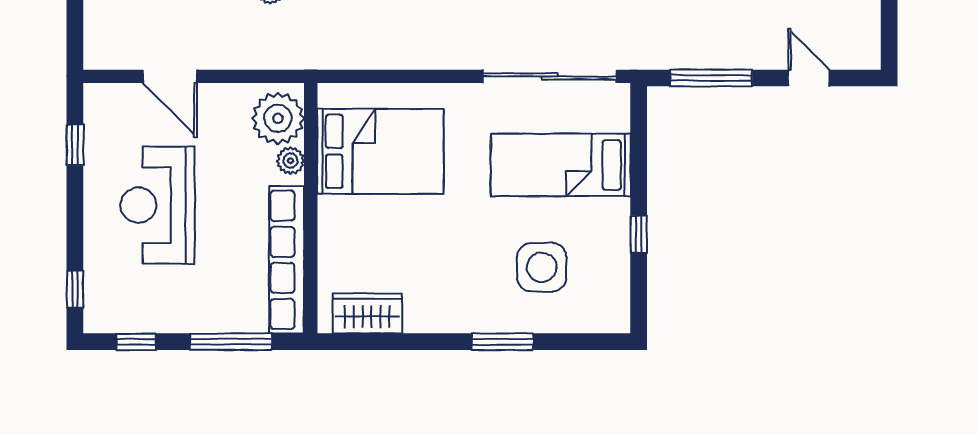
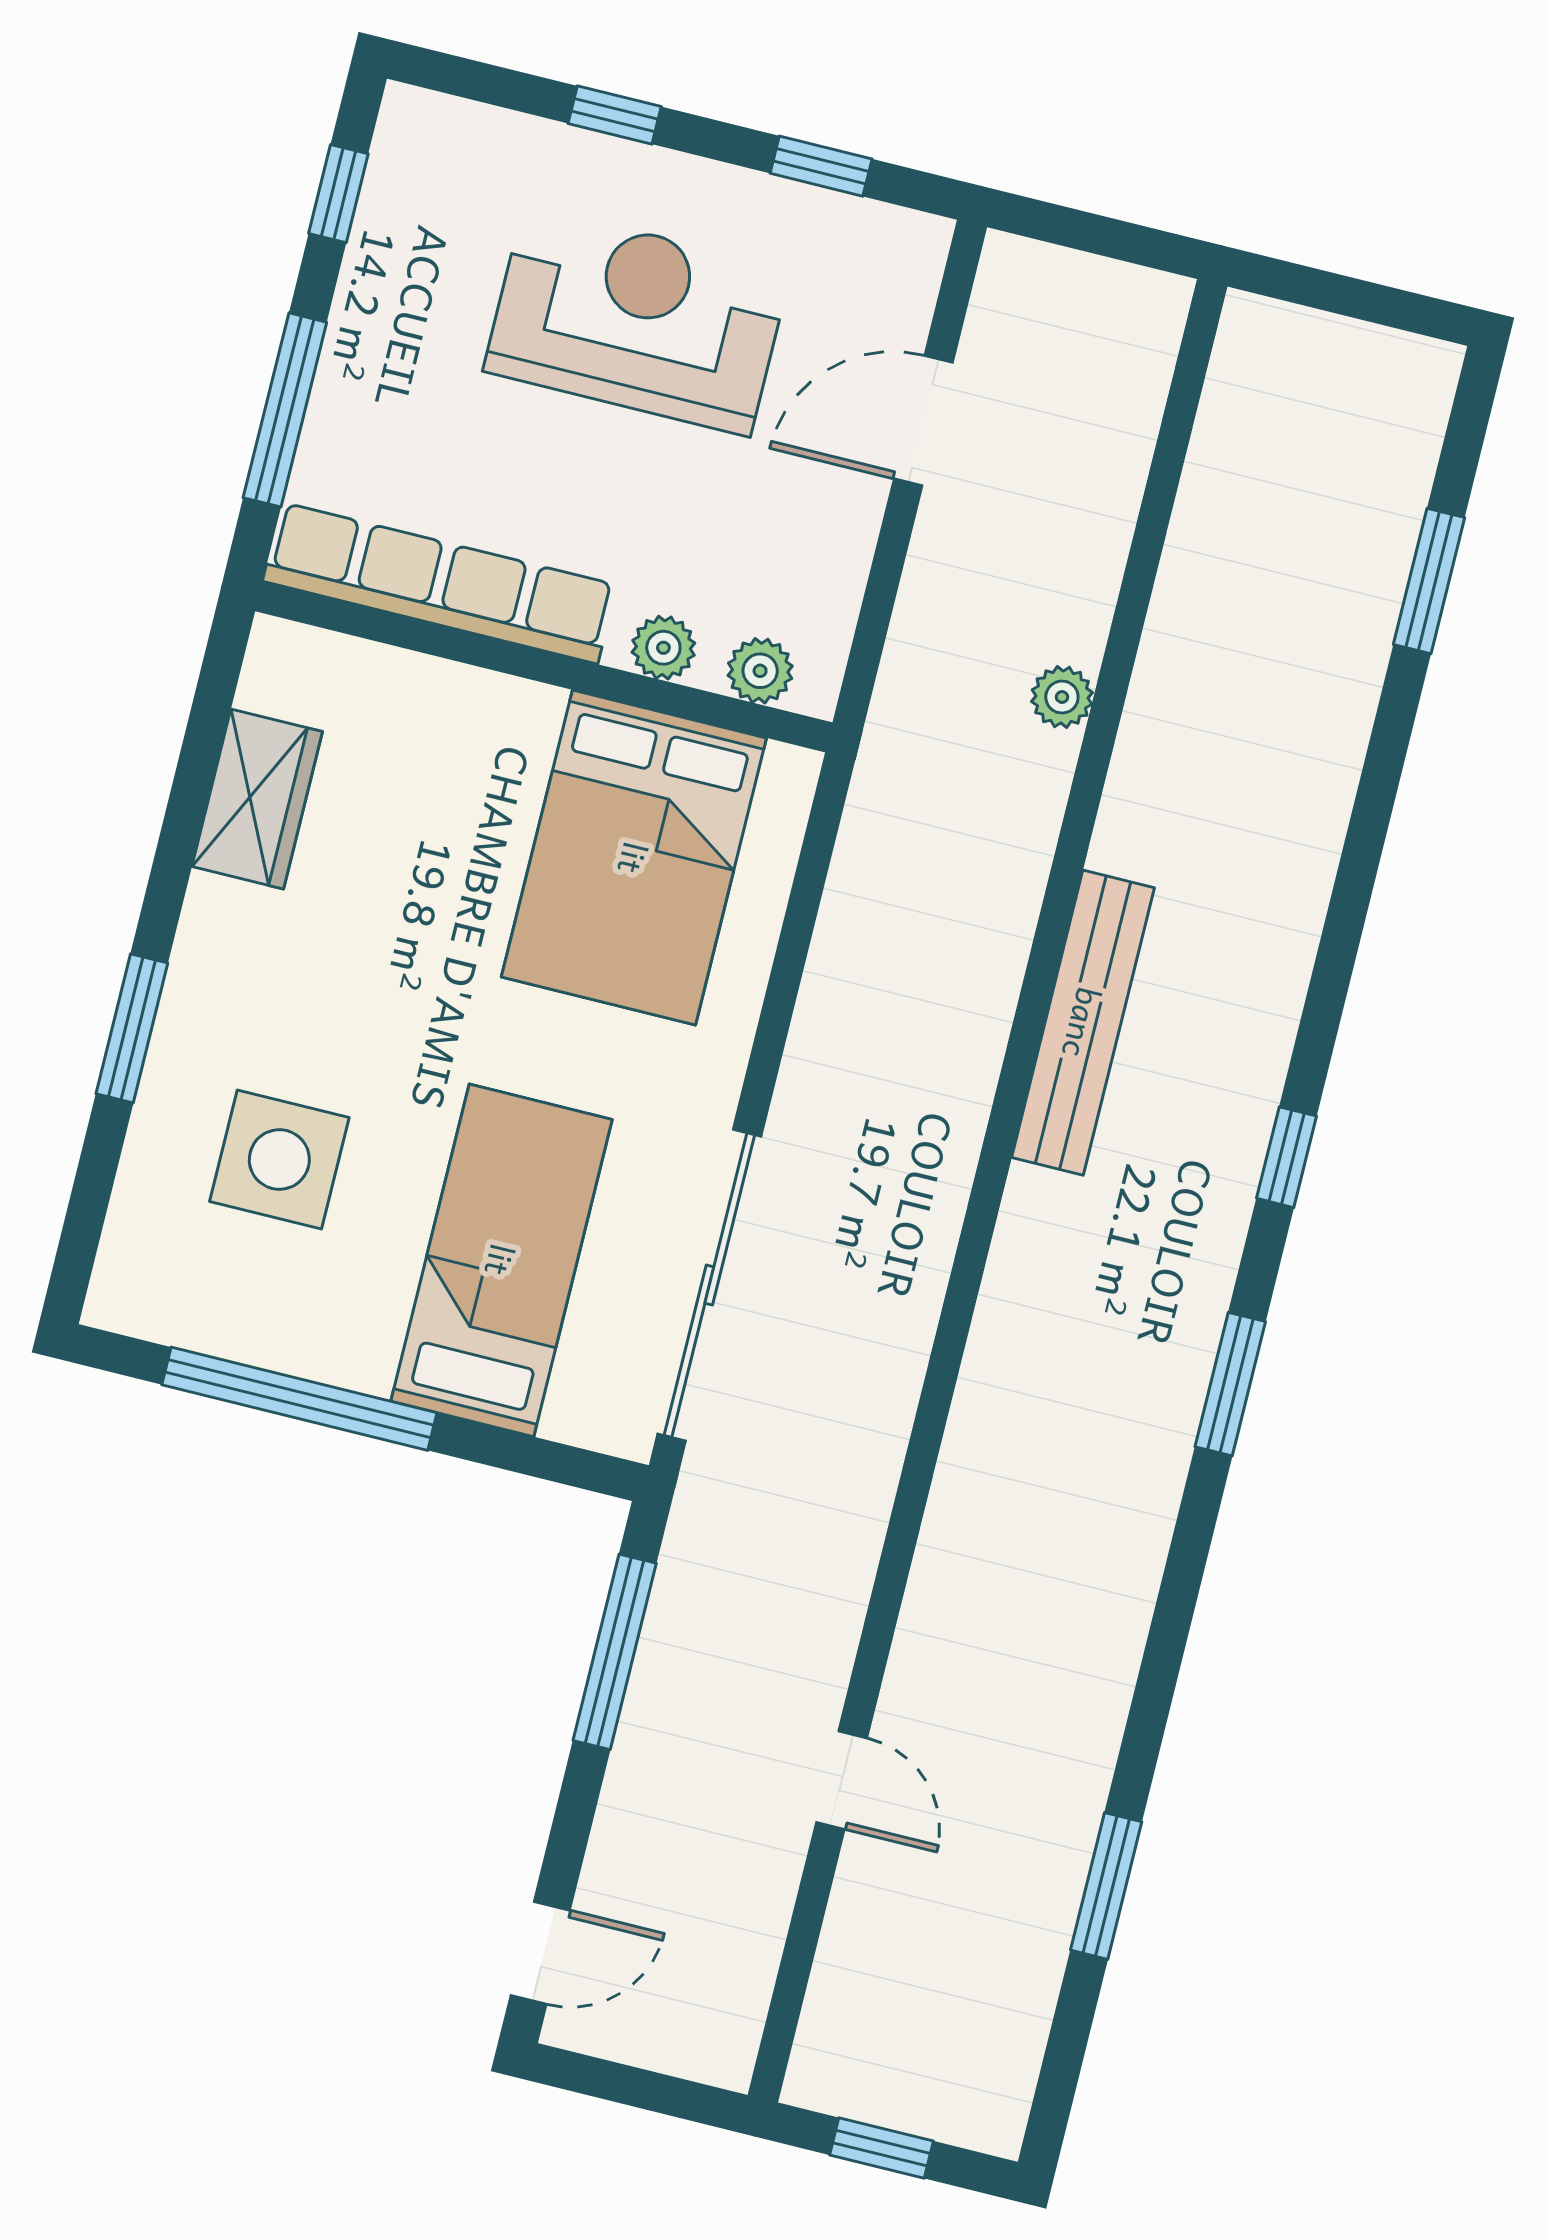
door: (809, 78) -> (540, 1953), moved
plant: (278, 118) -> (760, 671), width x0.53, depth x0.53
window: (639, 234) -> (299, 1399), width x3.17
window: (75, 289) -> (615, 115), moved
wardrobe: (367, 313) -> (257, 799), moved

